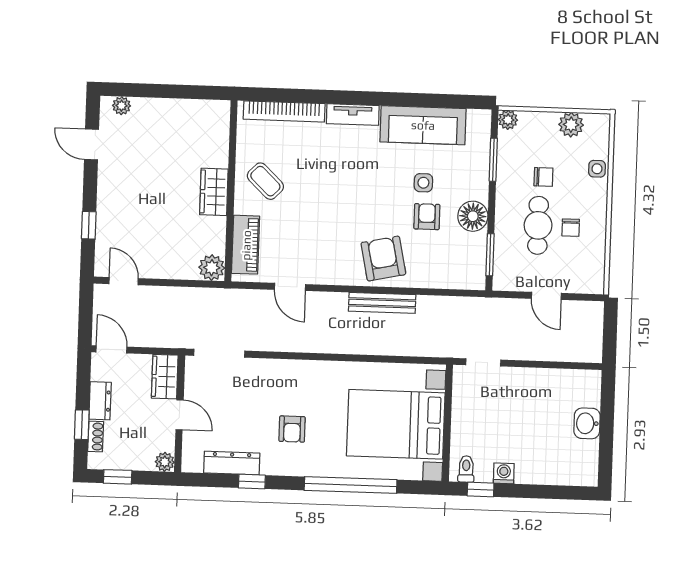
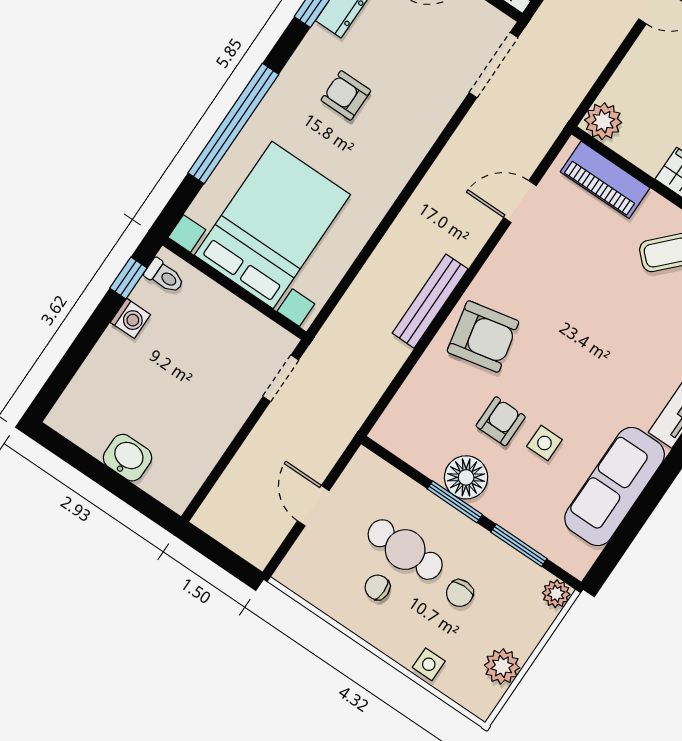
armchair: (427, 217) -> (501, 421), turned -90
window: (490, 255) -> (455, 502), moved
door: (546, 296) -> (313, 506), hinge flipped

